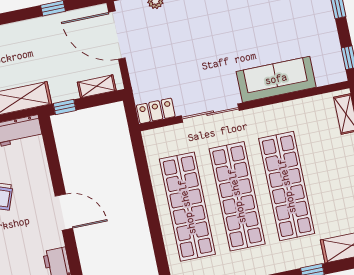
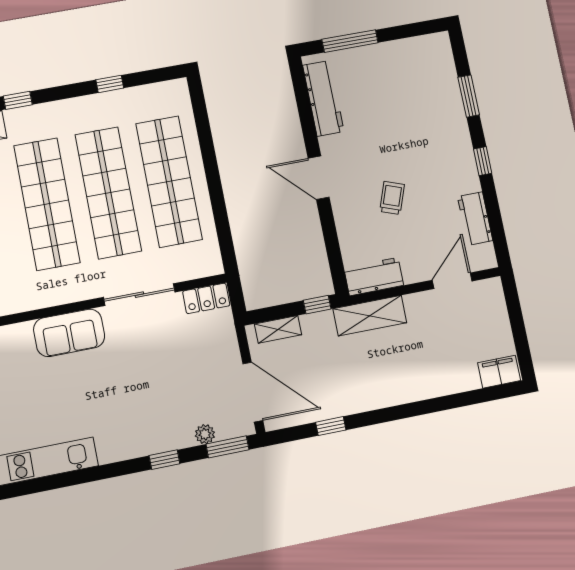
sofa: (276, 79) -> (69, 333), width x0.73

